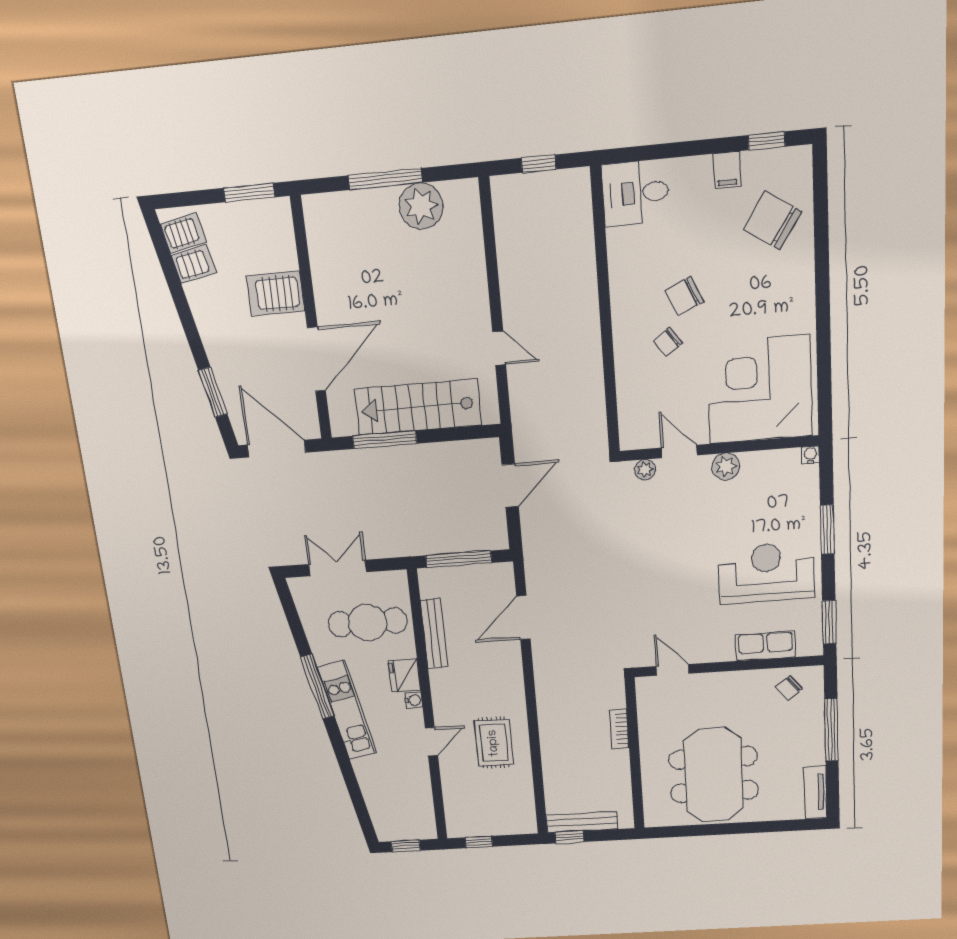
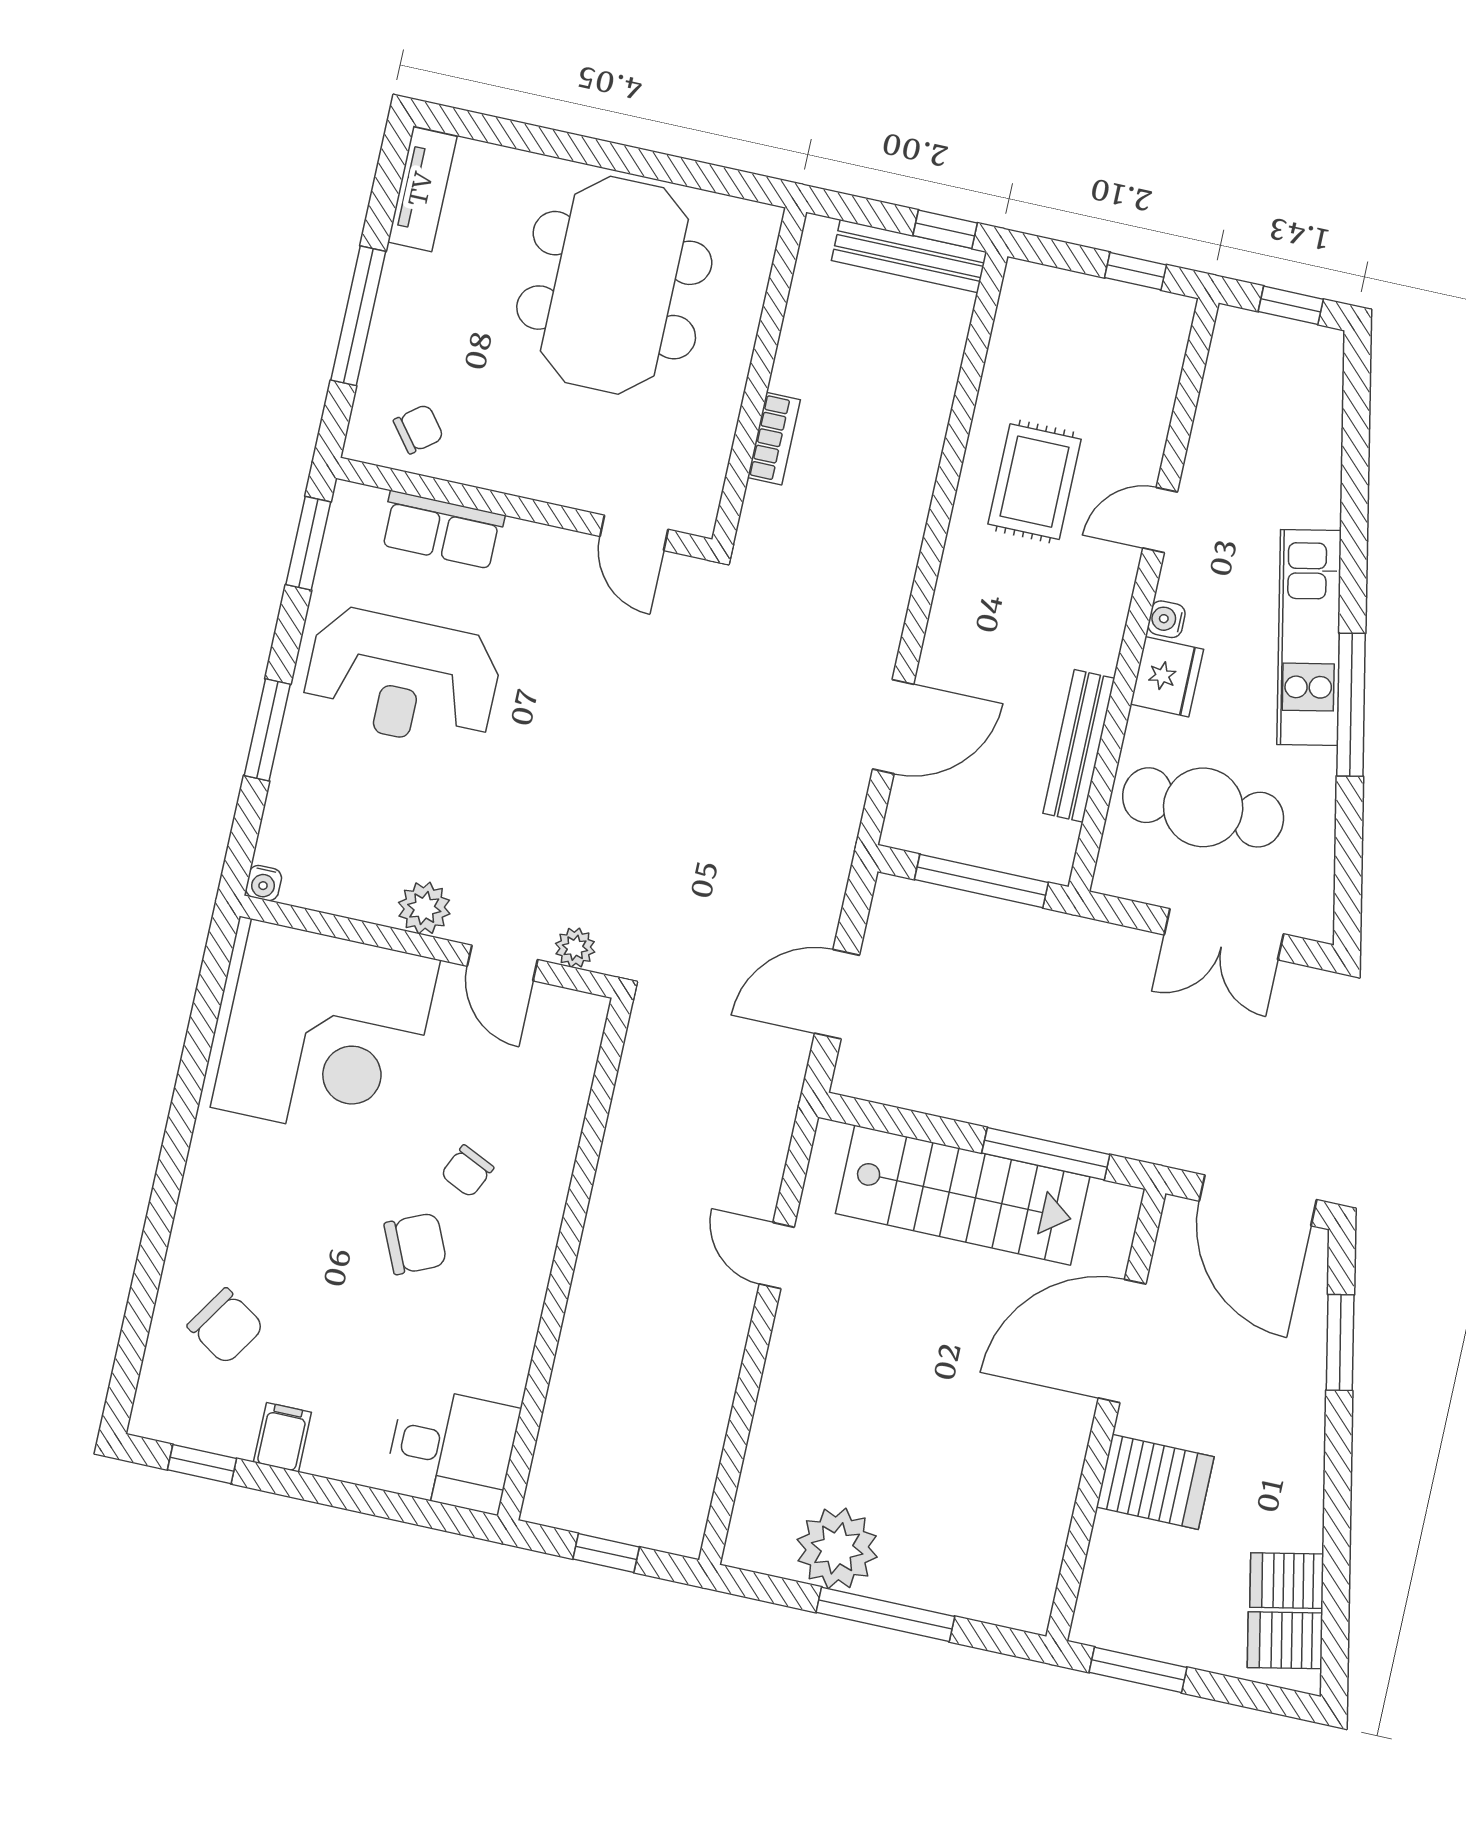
chair: (773, 221) -> (226, 1326), width x0.73, depth x0.73
chair: (668, 342) -> (467, 1171), turned 151

